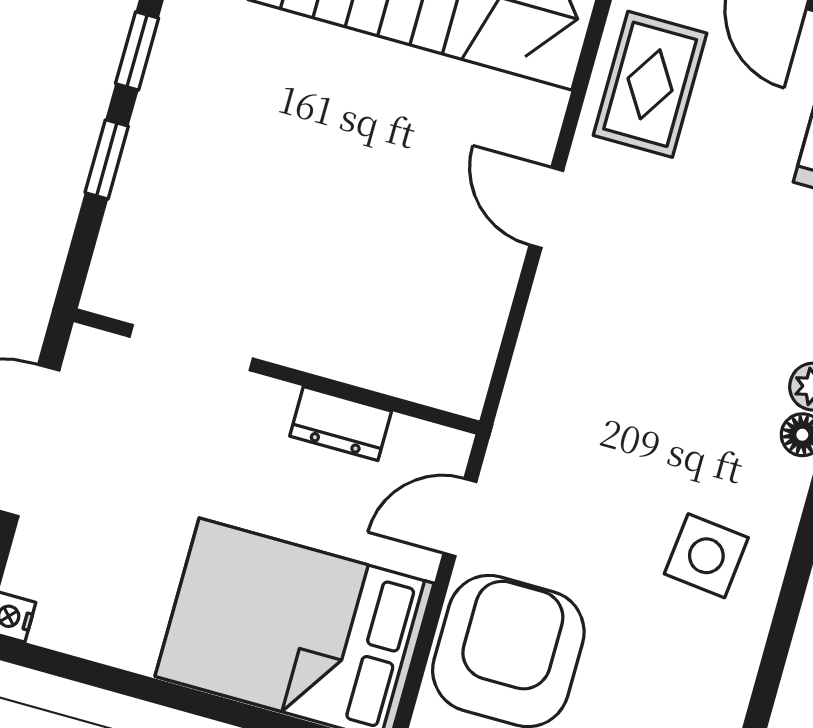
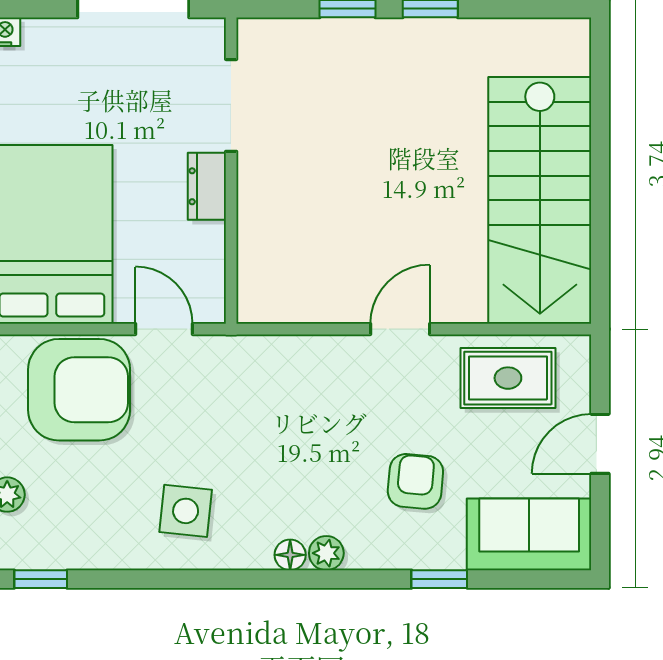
armchair: (752, 243) -> (415, 481), added
dresser: (341, 424) -> (207, 186), moved

